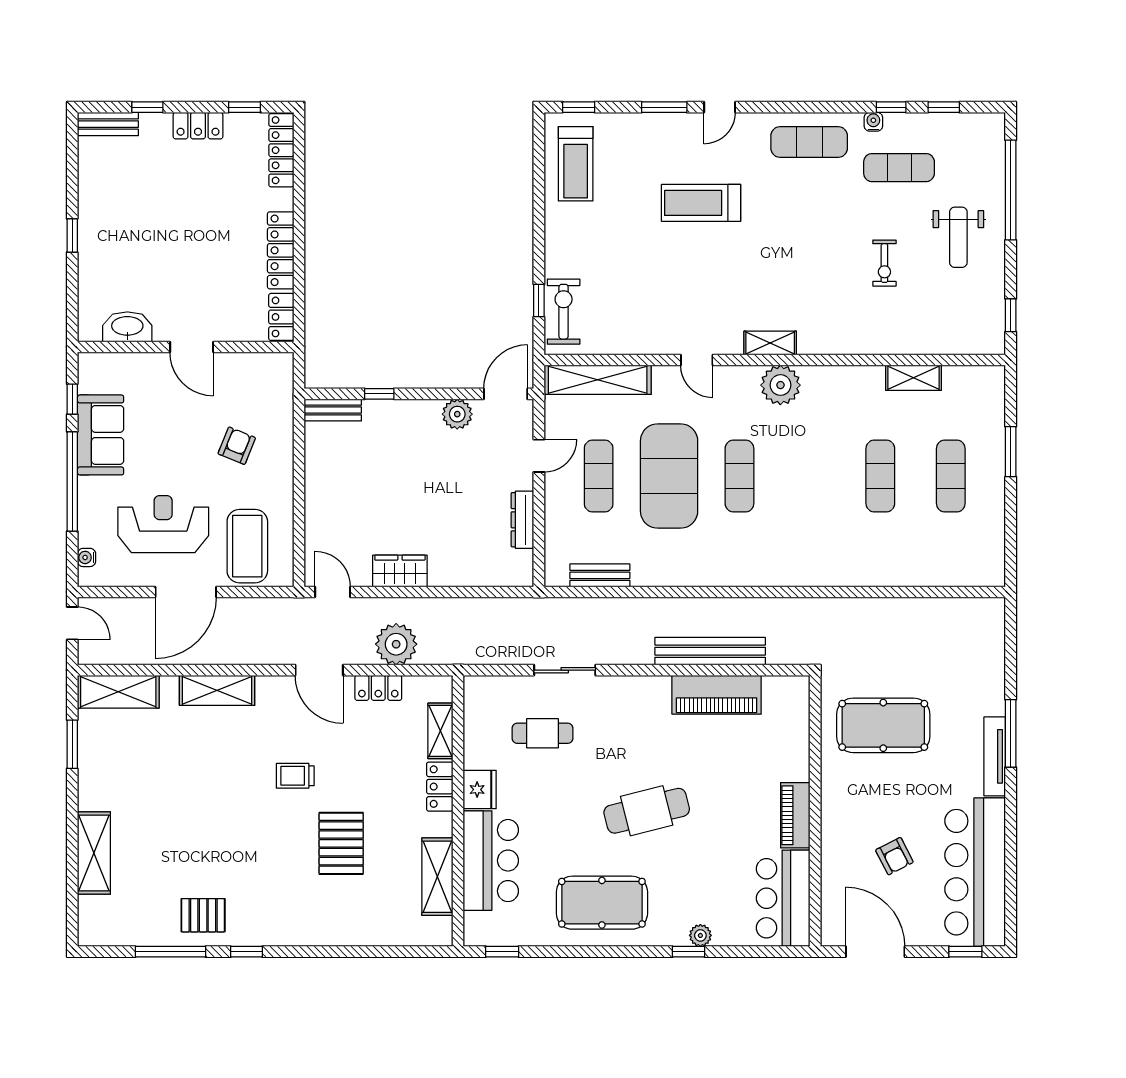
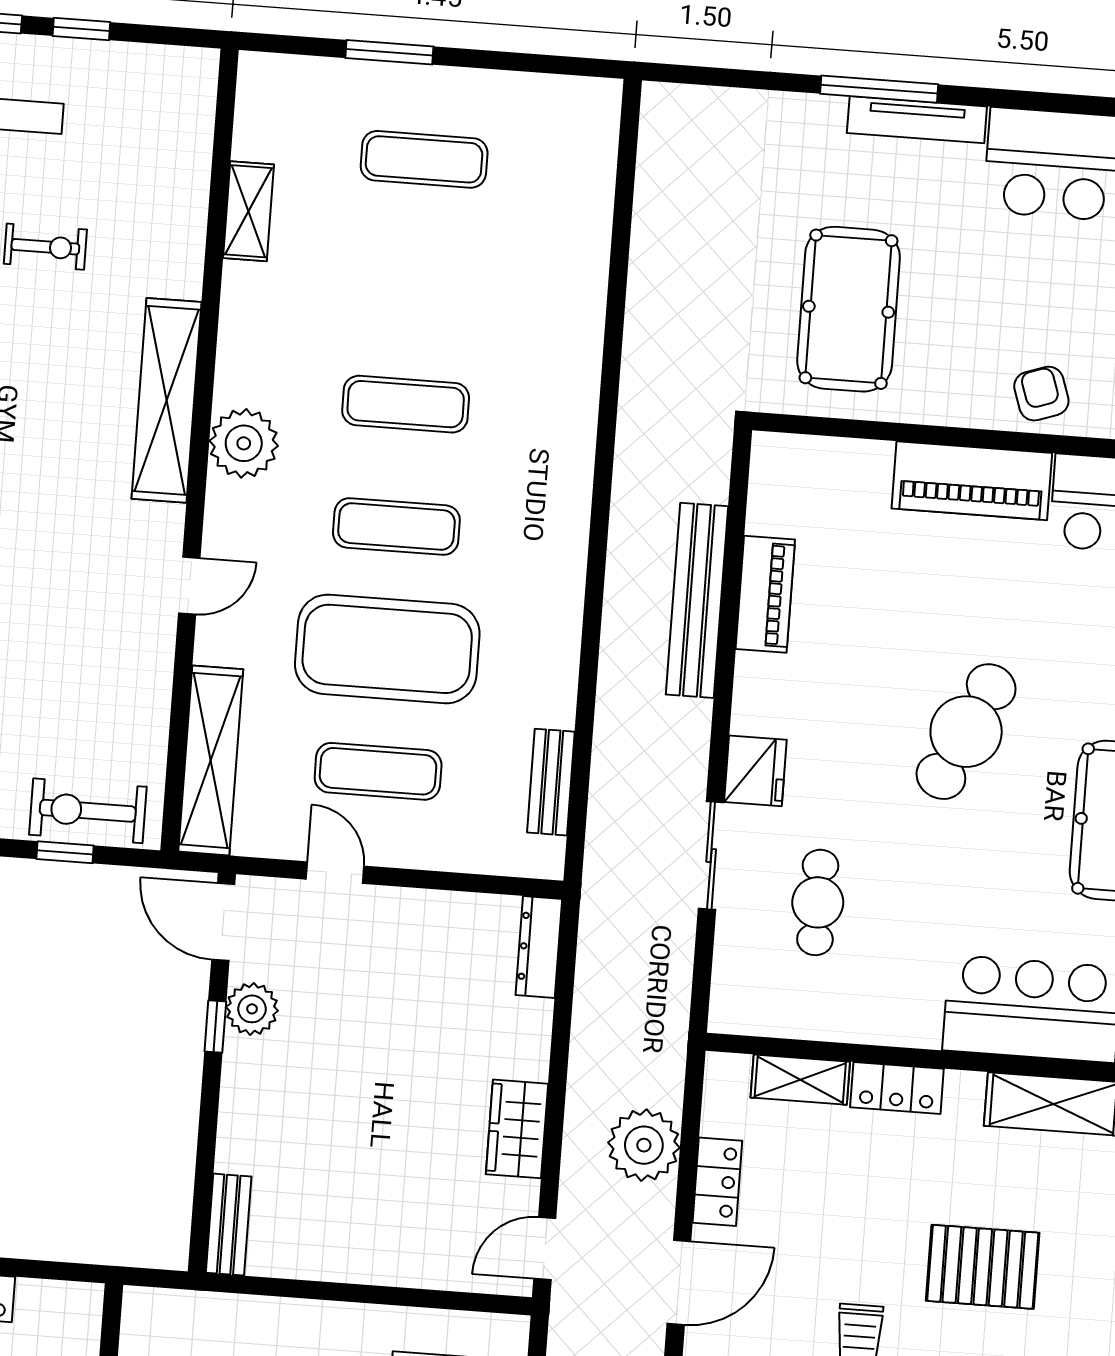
window: (1011, 315) -> (81, 29), moved
locker: (281, 317) -> (60, 1302), removed
shelving: (770, 343) -> (167, 400), width x2.20, depth x1.33
window: (379, 394) -> (215, 1027), moved
exercise mat: (880, 476) -> (406, 404), moved
dresser: (522, 520) -> (539, 947), moved, turned 90
piano: (717, 695) -> (765, 594), width x0.73, depth x0.75
fridge: (480, 790) -> (755, 771), moved, turned 90
cafe table: (647, 811) -> (966, 732), turned 39
piano: (795, 815) -> (972, 481), width x1.37, depth x1.33
armchair: (894, 856) -> (1041, 394), moved, turned -82

